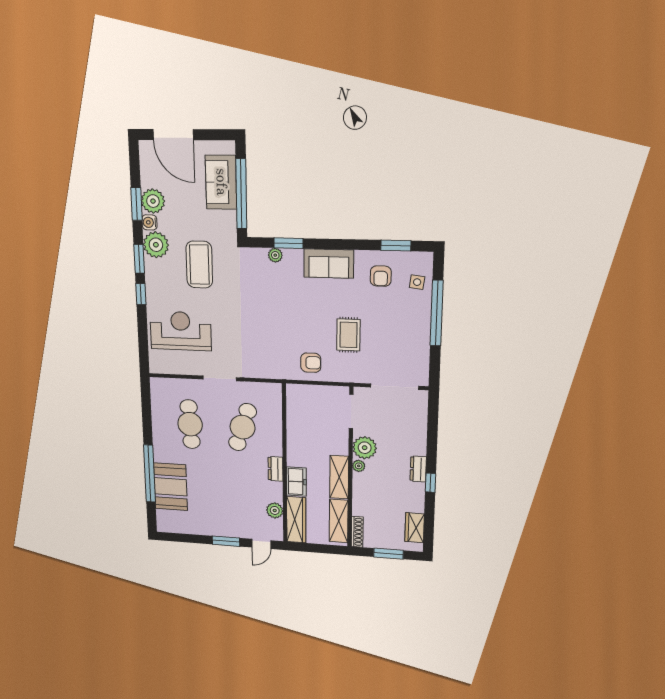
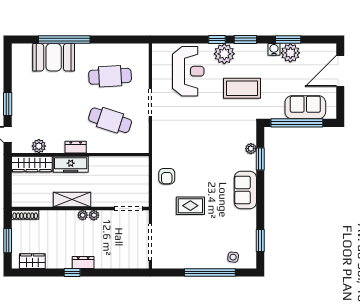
plant: (156, 245) -> (224, 54), moved
armchair: (381, 276) -> (237, 230), removed
plant: (365, 448) -> (94, 215), width x0.53, depth x0.53
freezer: (296, 482) -> (71, 164), width x1.40
shelving: (339, 521) -> (34, 199), removed

